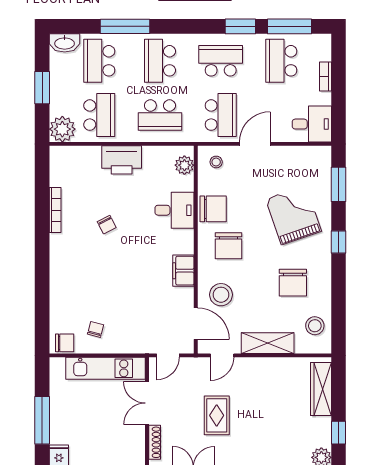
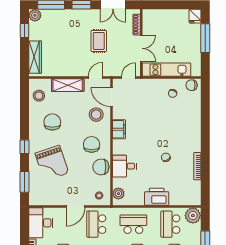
desk: (312, 124) -> (41, 223), width x1.37

